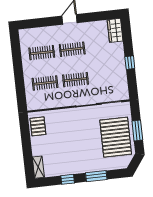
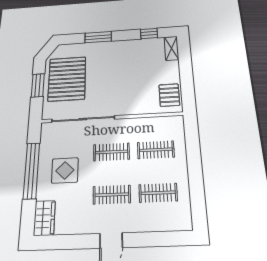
window: (130, 63) -> (31, 170), width x3.17
display table: (106, 64) -> (65, 170), added
window: (68, 179) -> (149, 34), moved

